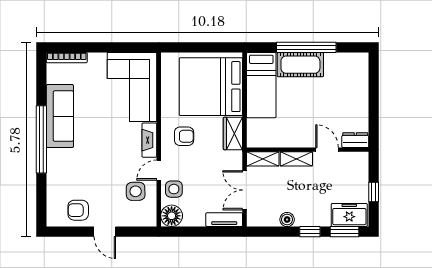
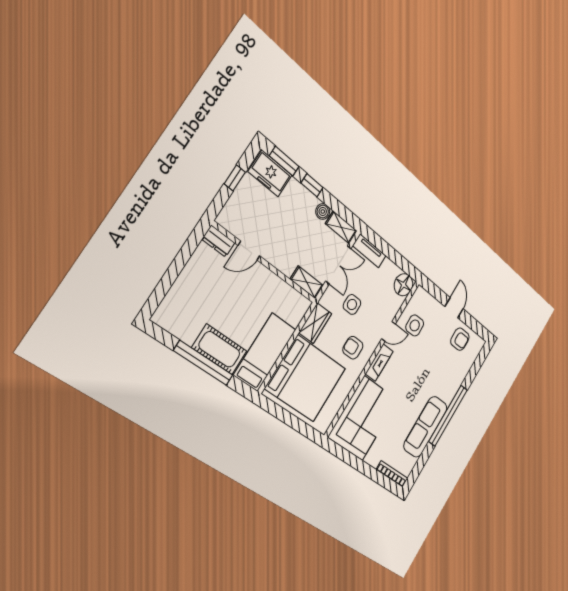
door: (327, 150) -> (249, 251), hinge flipped
shelving: (296, 159) -> (341, 227), moved
side table: (174, 189) -> (352, 304), moved

